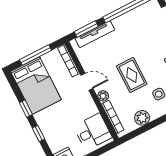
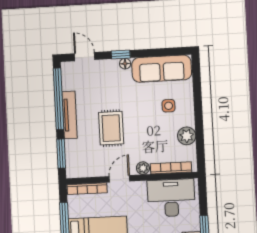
tv unit: (95, 34) -> (70, 115), moved
rug: (132, 75) -> (111, 128), moved, turned 90
desk: (93, 132) -> (171, 198), width x1.37

